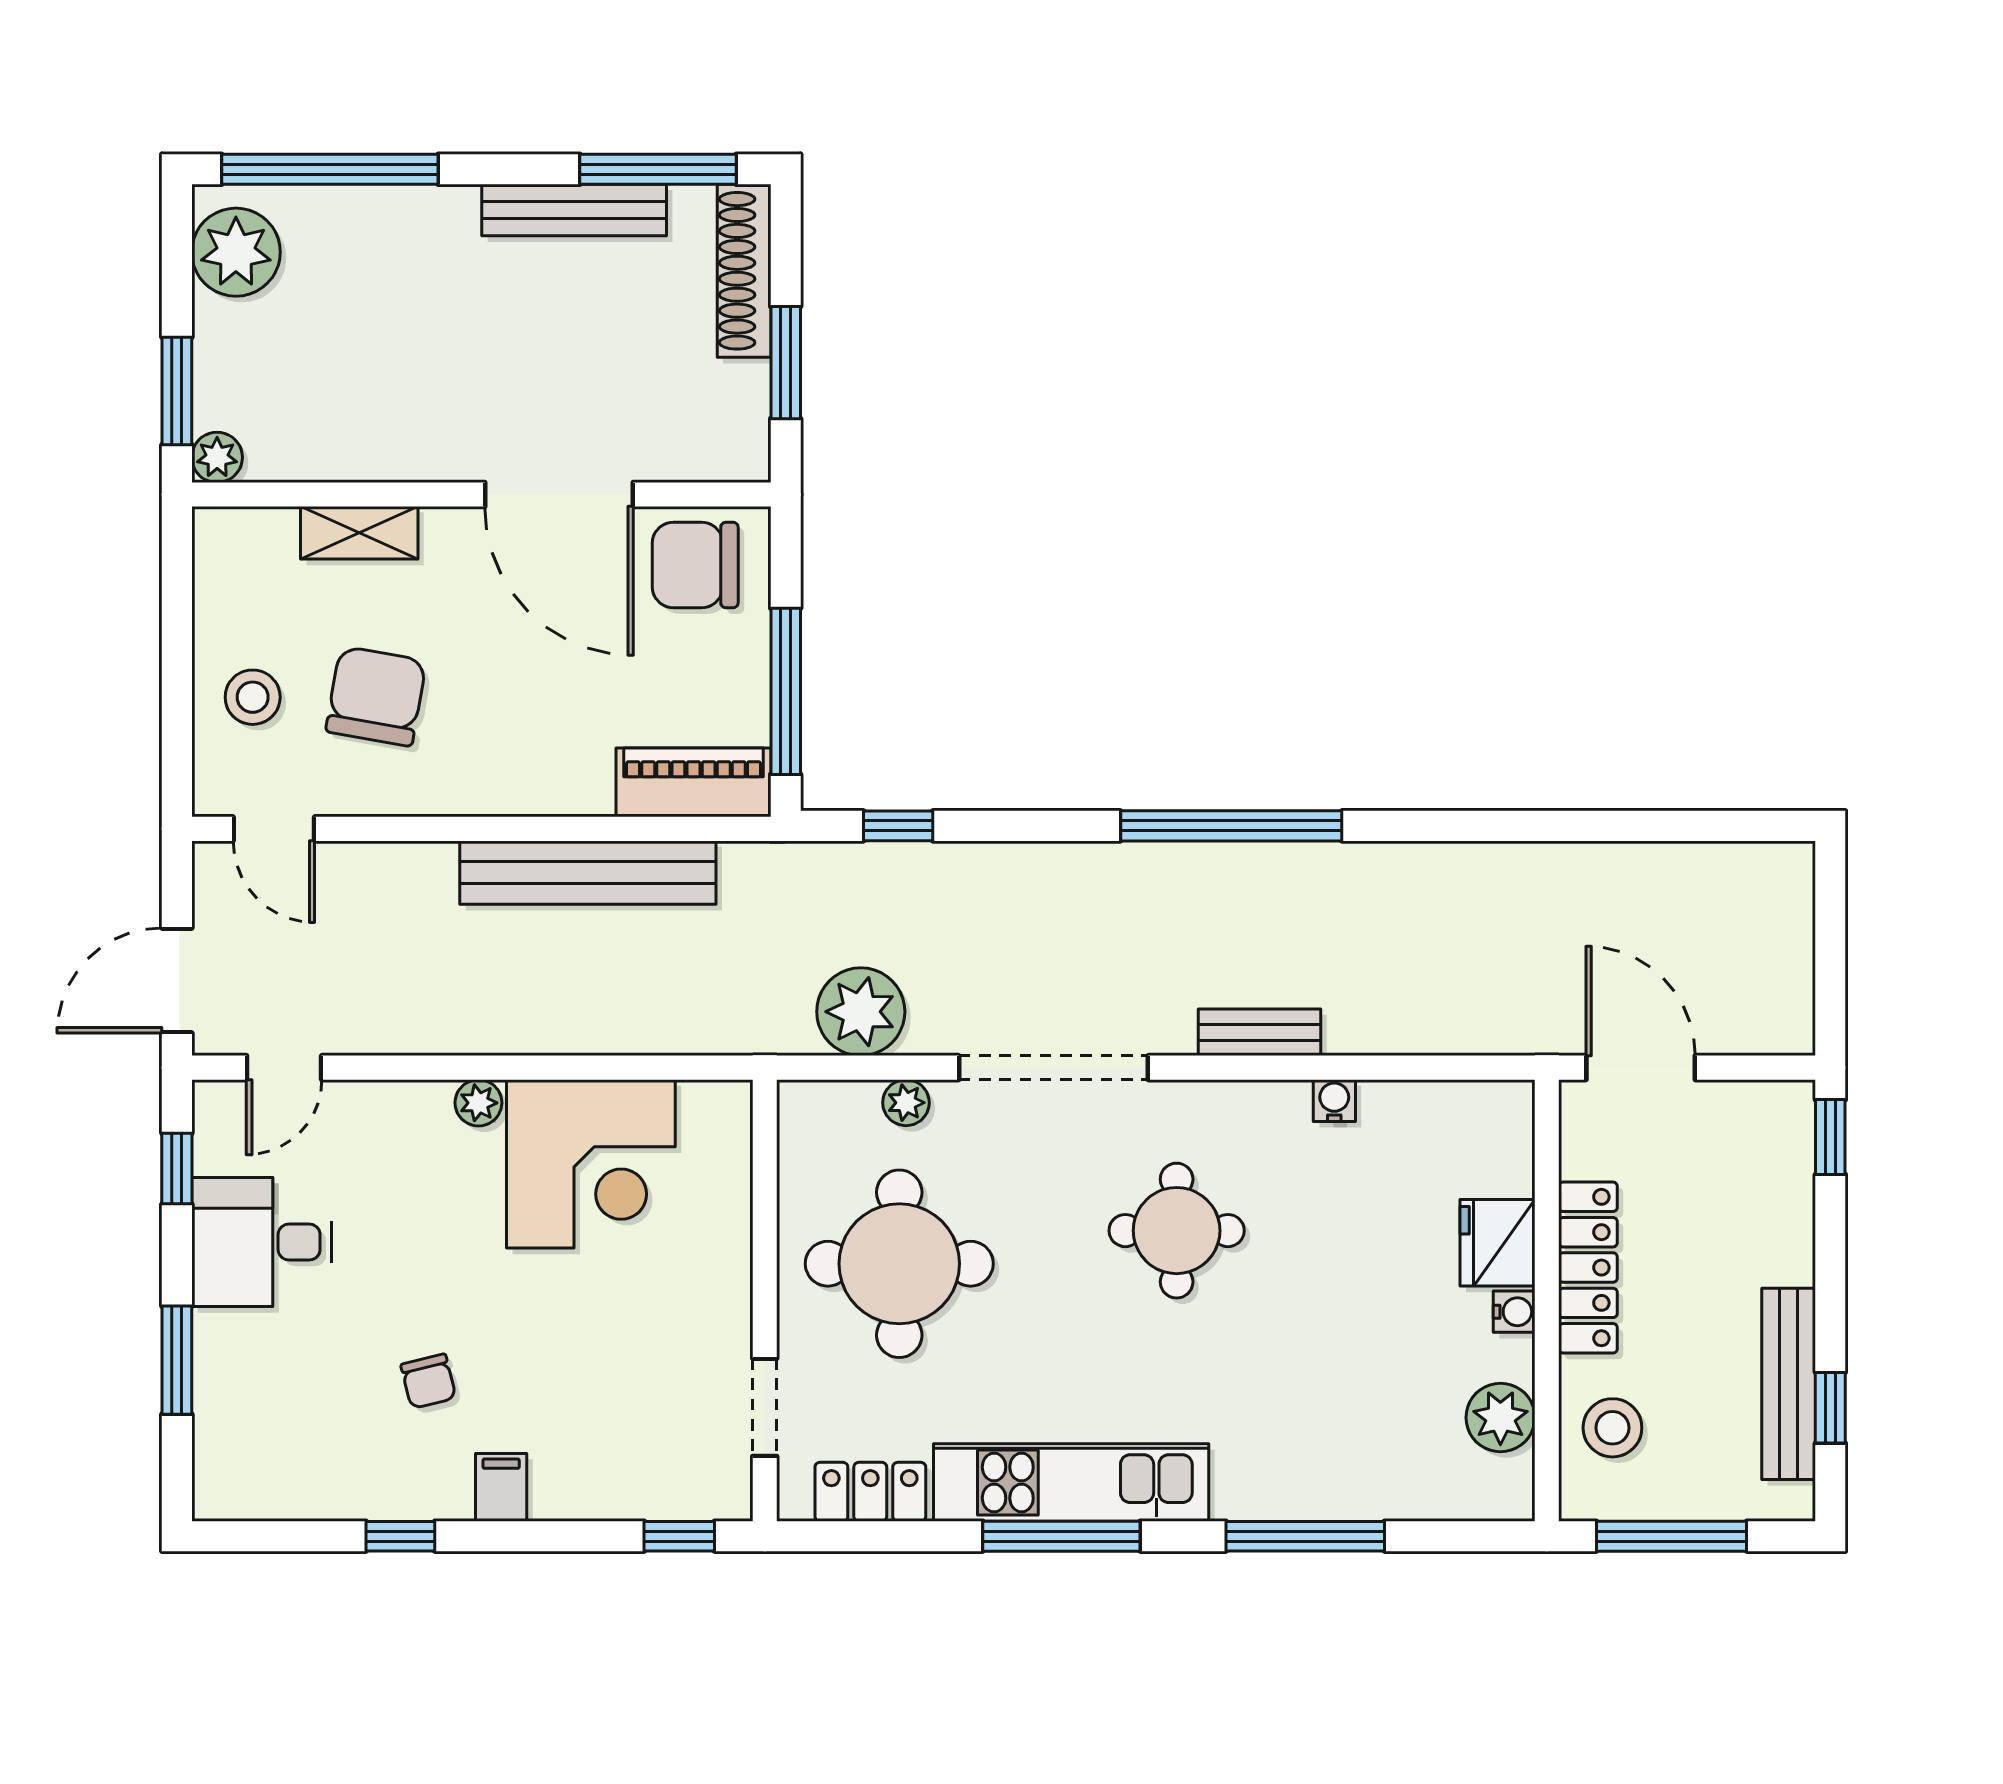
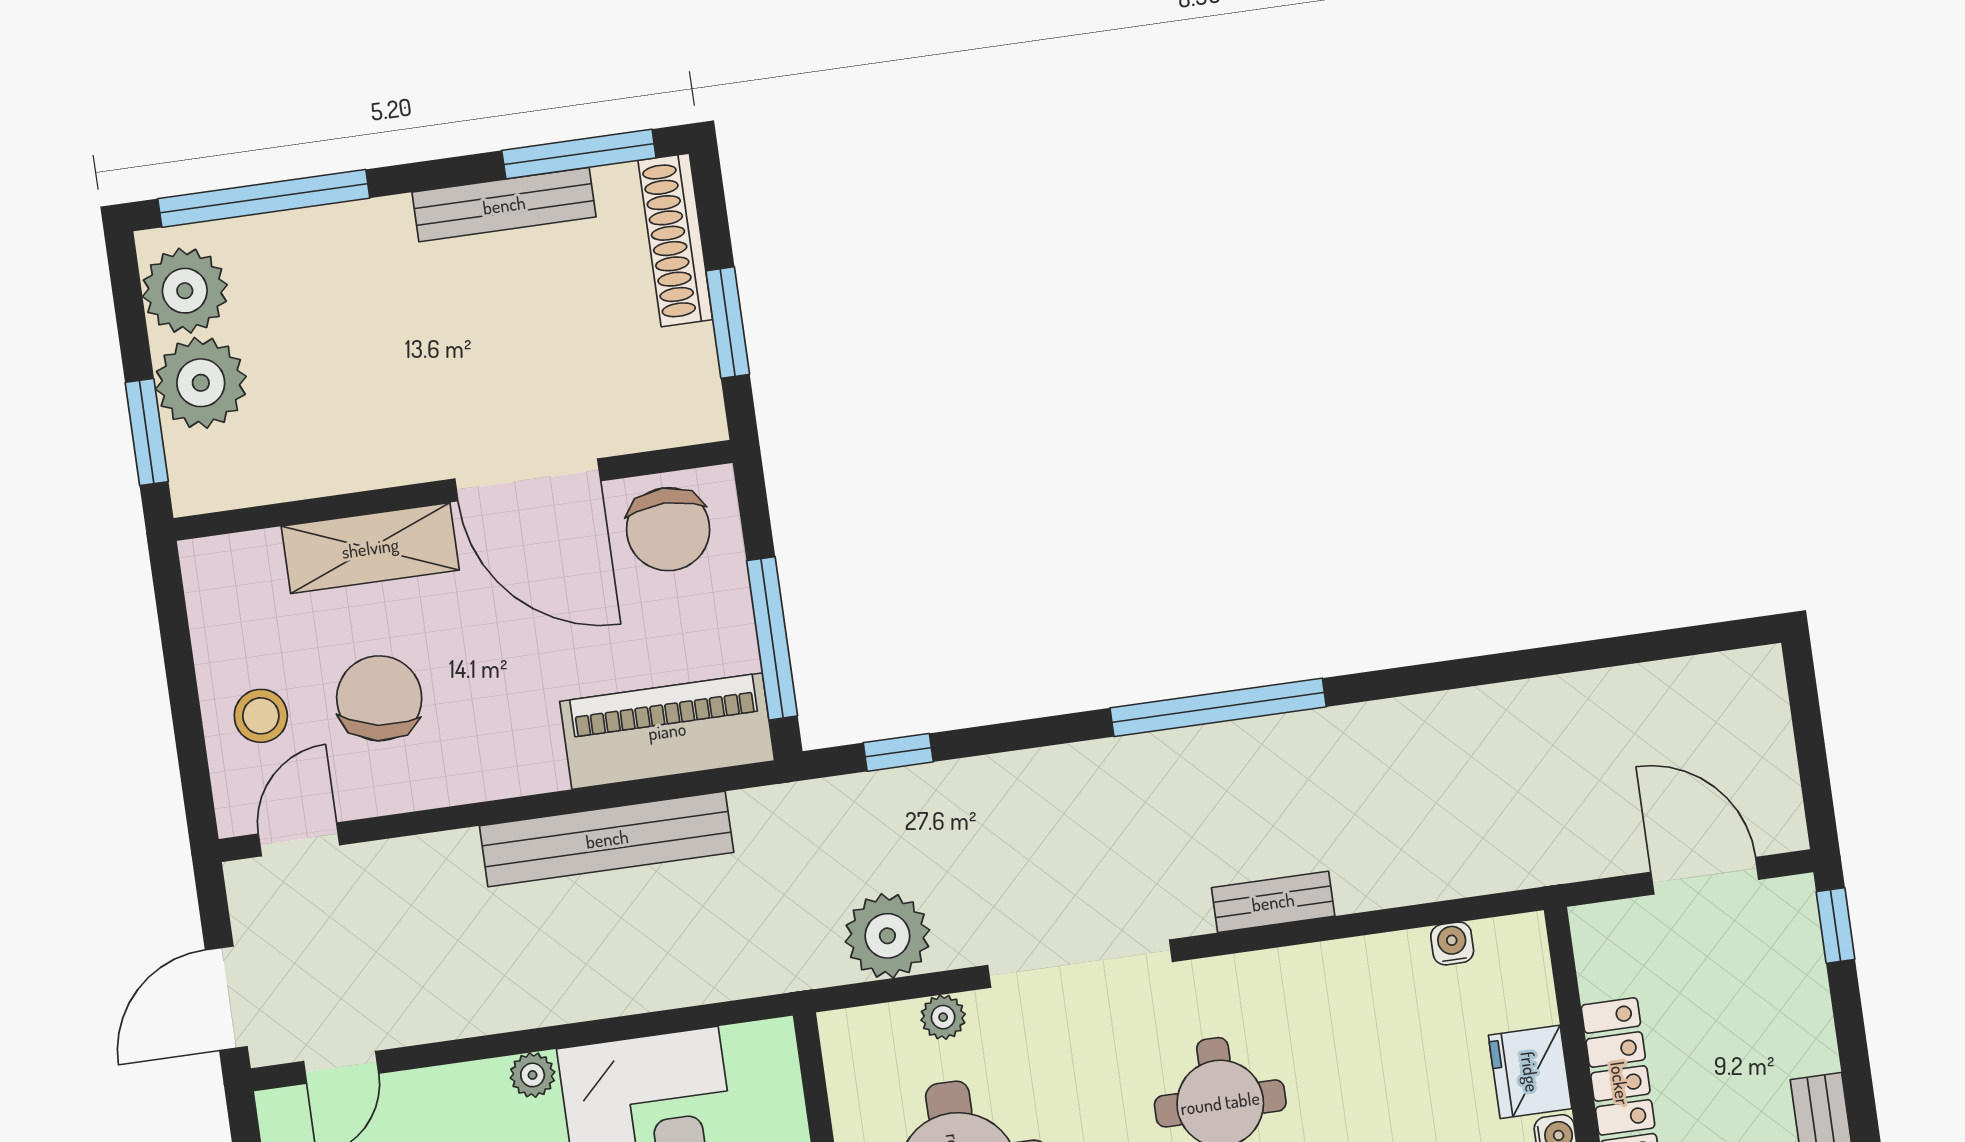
plant: (217, 457) -> (201, 383), moved, width x1.87, depth x1.87
shelving: (359, 533) -> (370, 548), width x1.50, depth x1.33
chair: (695, 565) -> (668, 529), turned -90
piano: (694, 782) -> (667, 731), width x1.37, depth x1.33
door: (274, 829) -> (299, 839), swing flipped
door: (1641, 1068) -> (1705, 876), moved
water cooler: (1334, 1101) -> (1452, 943), moved

